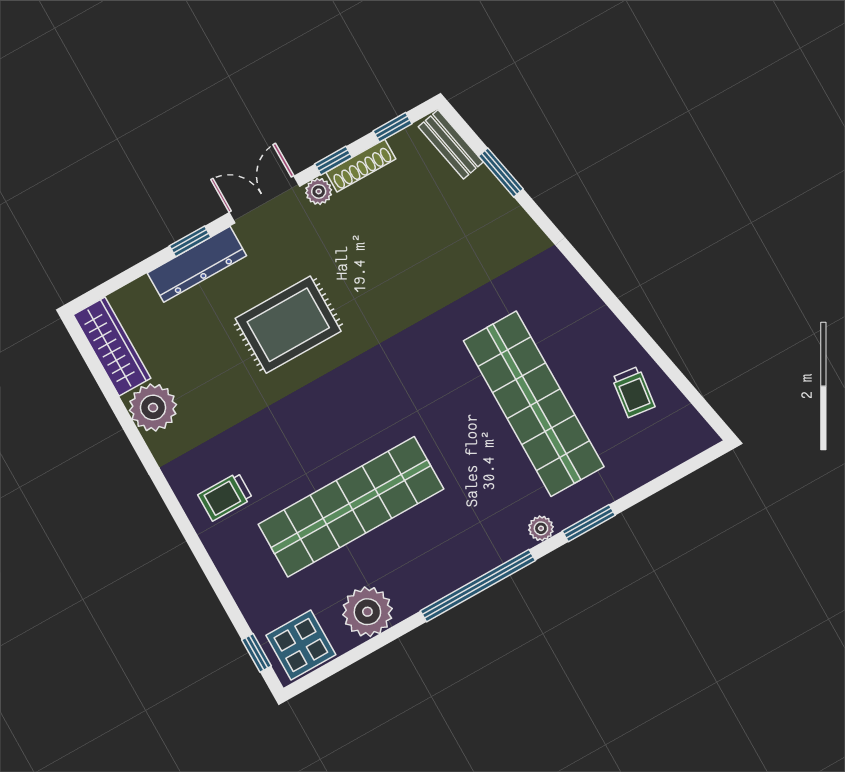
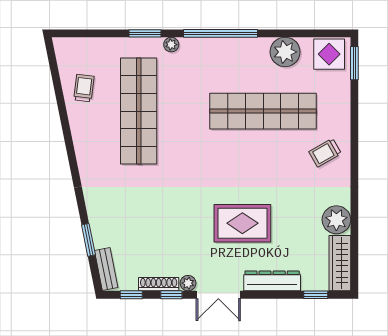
window: (190, 241) -> (316, 295), moved
trolley: (225, 497) -> (325, 153), turned 150
window: (256, 653) -> (354, 63), width x1.50

